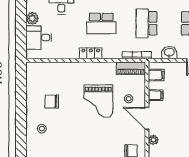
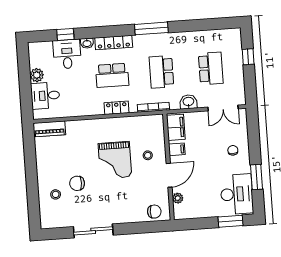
locker: (91, 53) -> (116, 108), moved
piano: (131, 68) -> (49, 129), moved
filing cabinet: (156, 75) -> (176, 127), width x2.00
chair: (52, 101) -> (77, 183), moved
door: (147, 118) -> (169, 175), swing flipped

